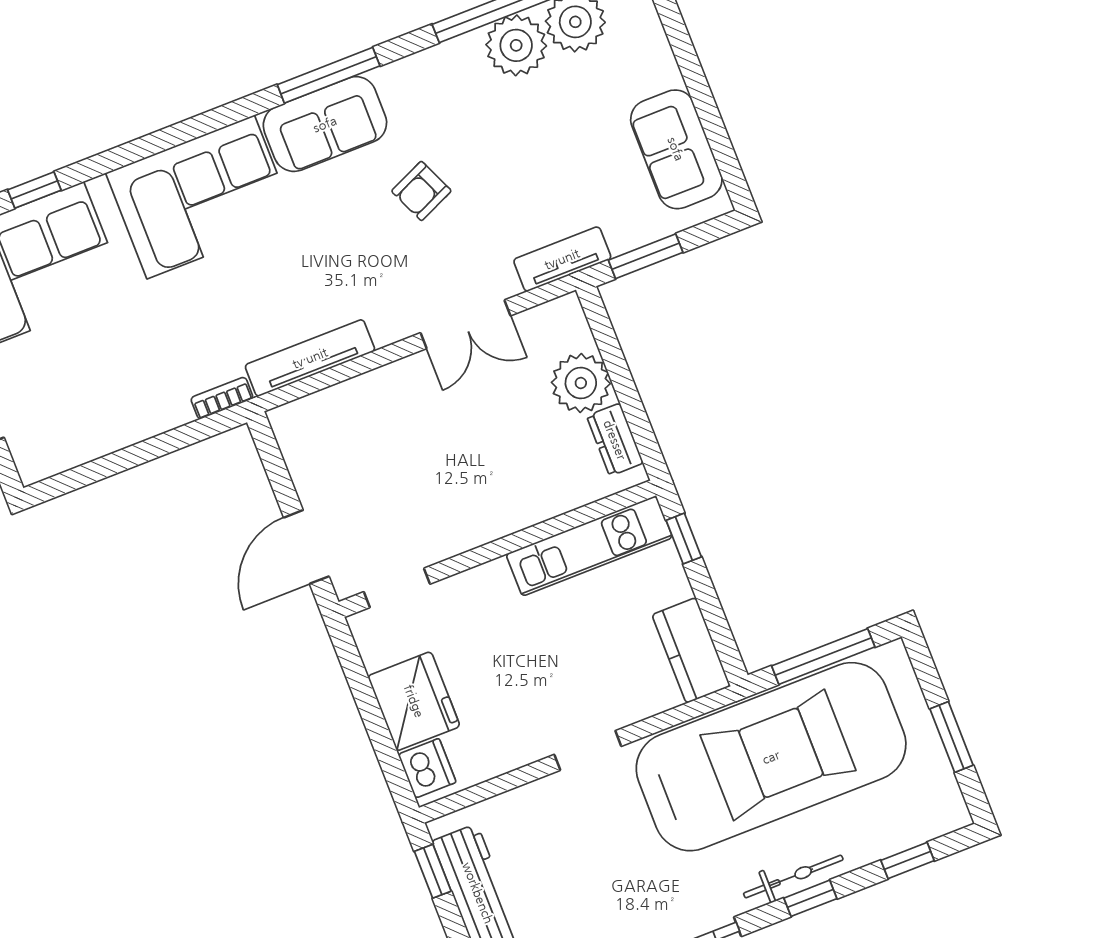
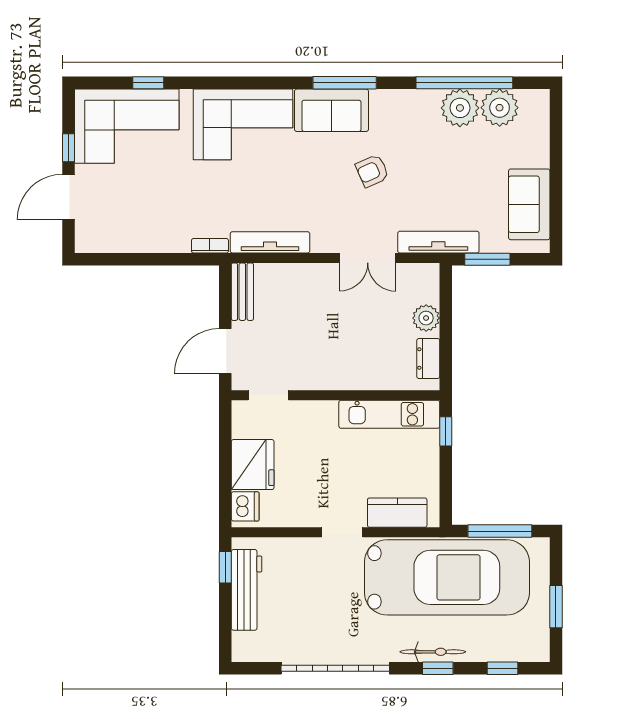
tv unit: (562, 259) -> (438, 242), width x1.41
plant: (581, 383) -> (426, 318), width x0.73, depth x0.73
bench: (297, 448) -> (242, 292), added
kitchen counter: (691, 650) -> (397, 513), moved, turned 90

